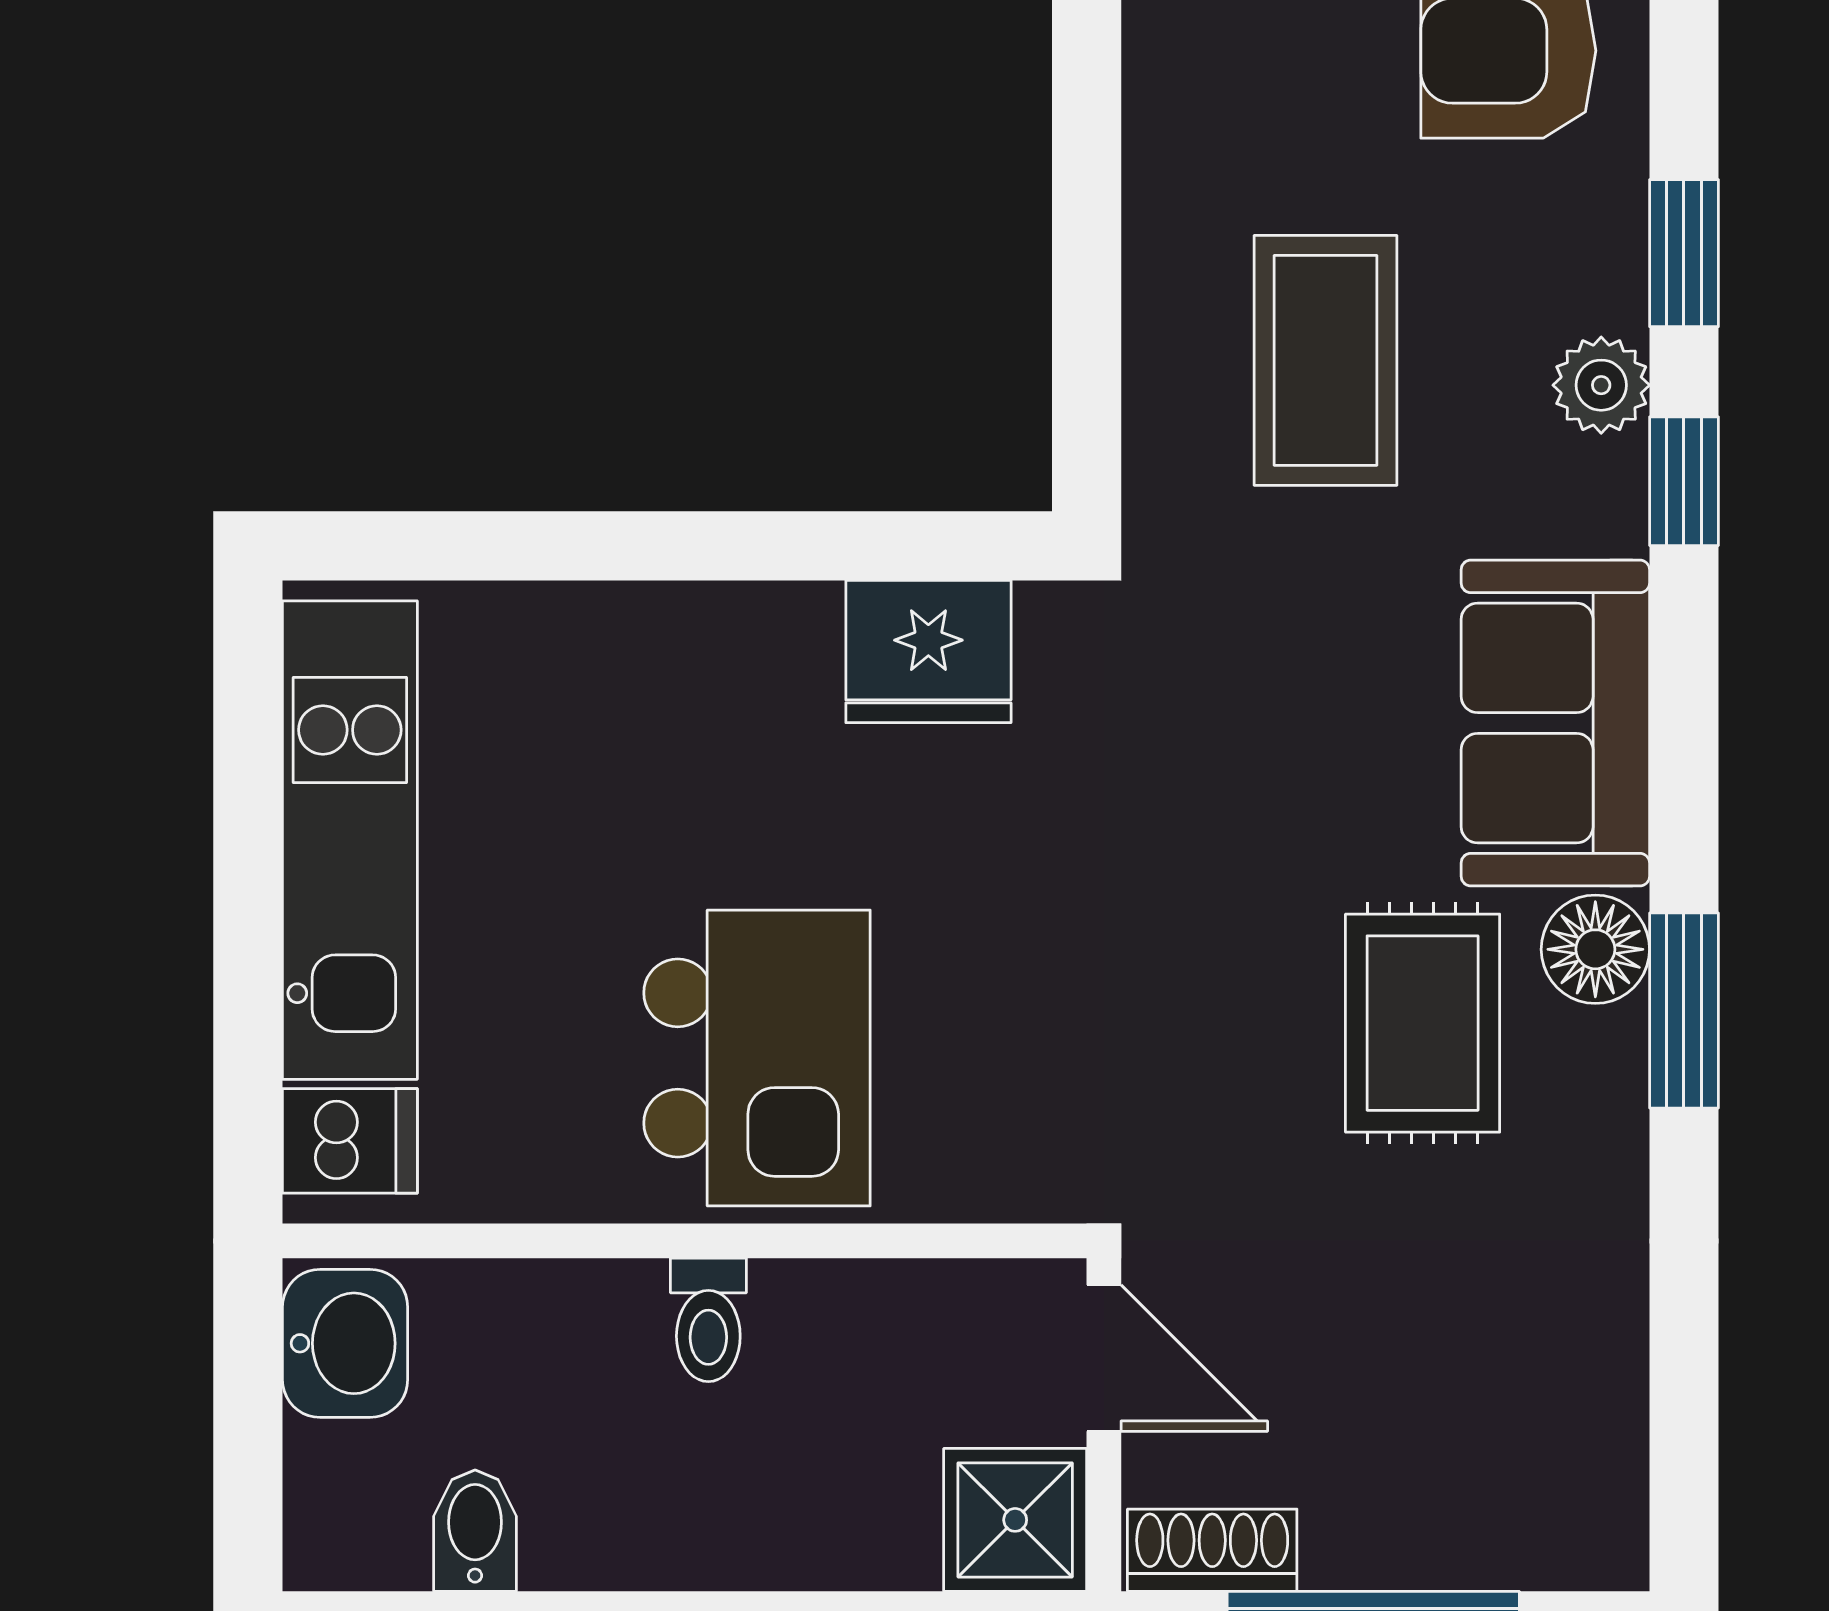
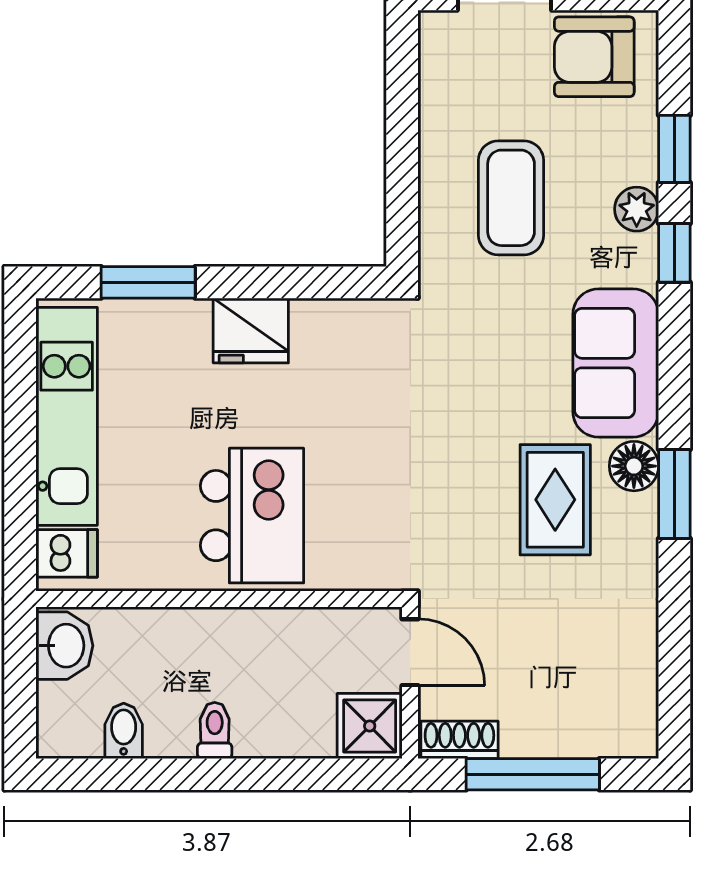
window: (529, 546) -> (148, 282), added
fridge: (928, 652) -> (251, 330), moved
toilet: (708, 1320) -> (215, 730), moved, turned 180

